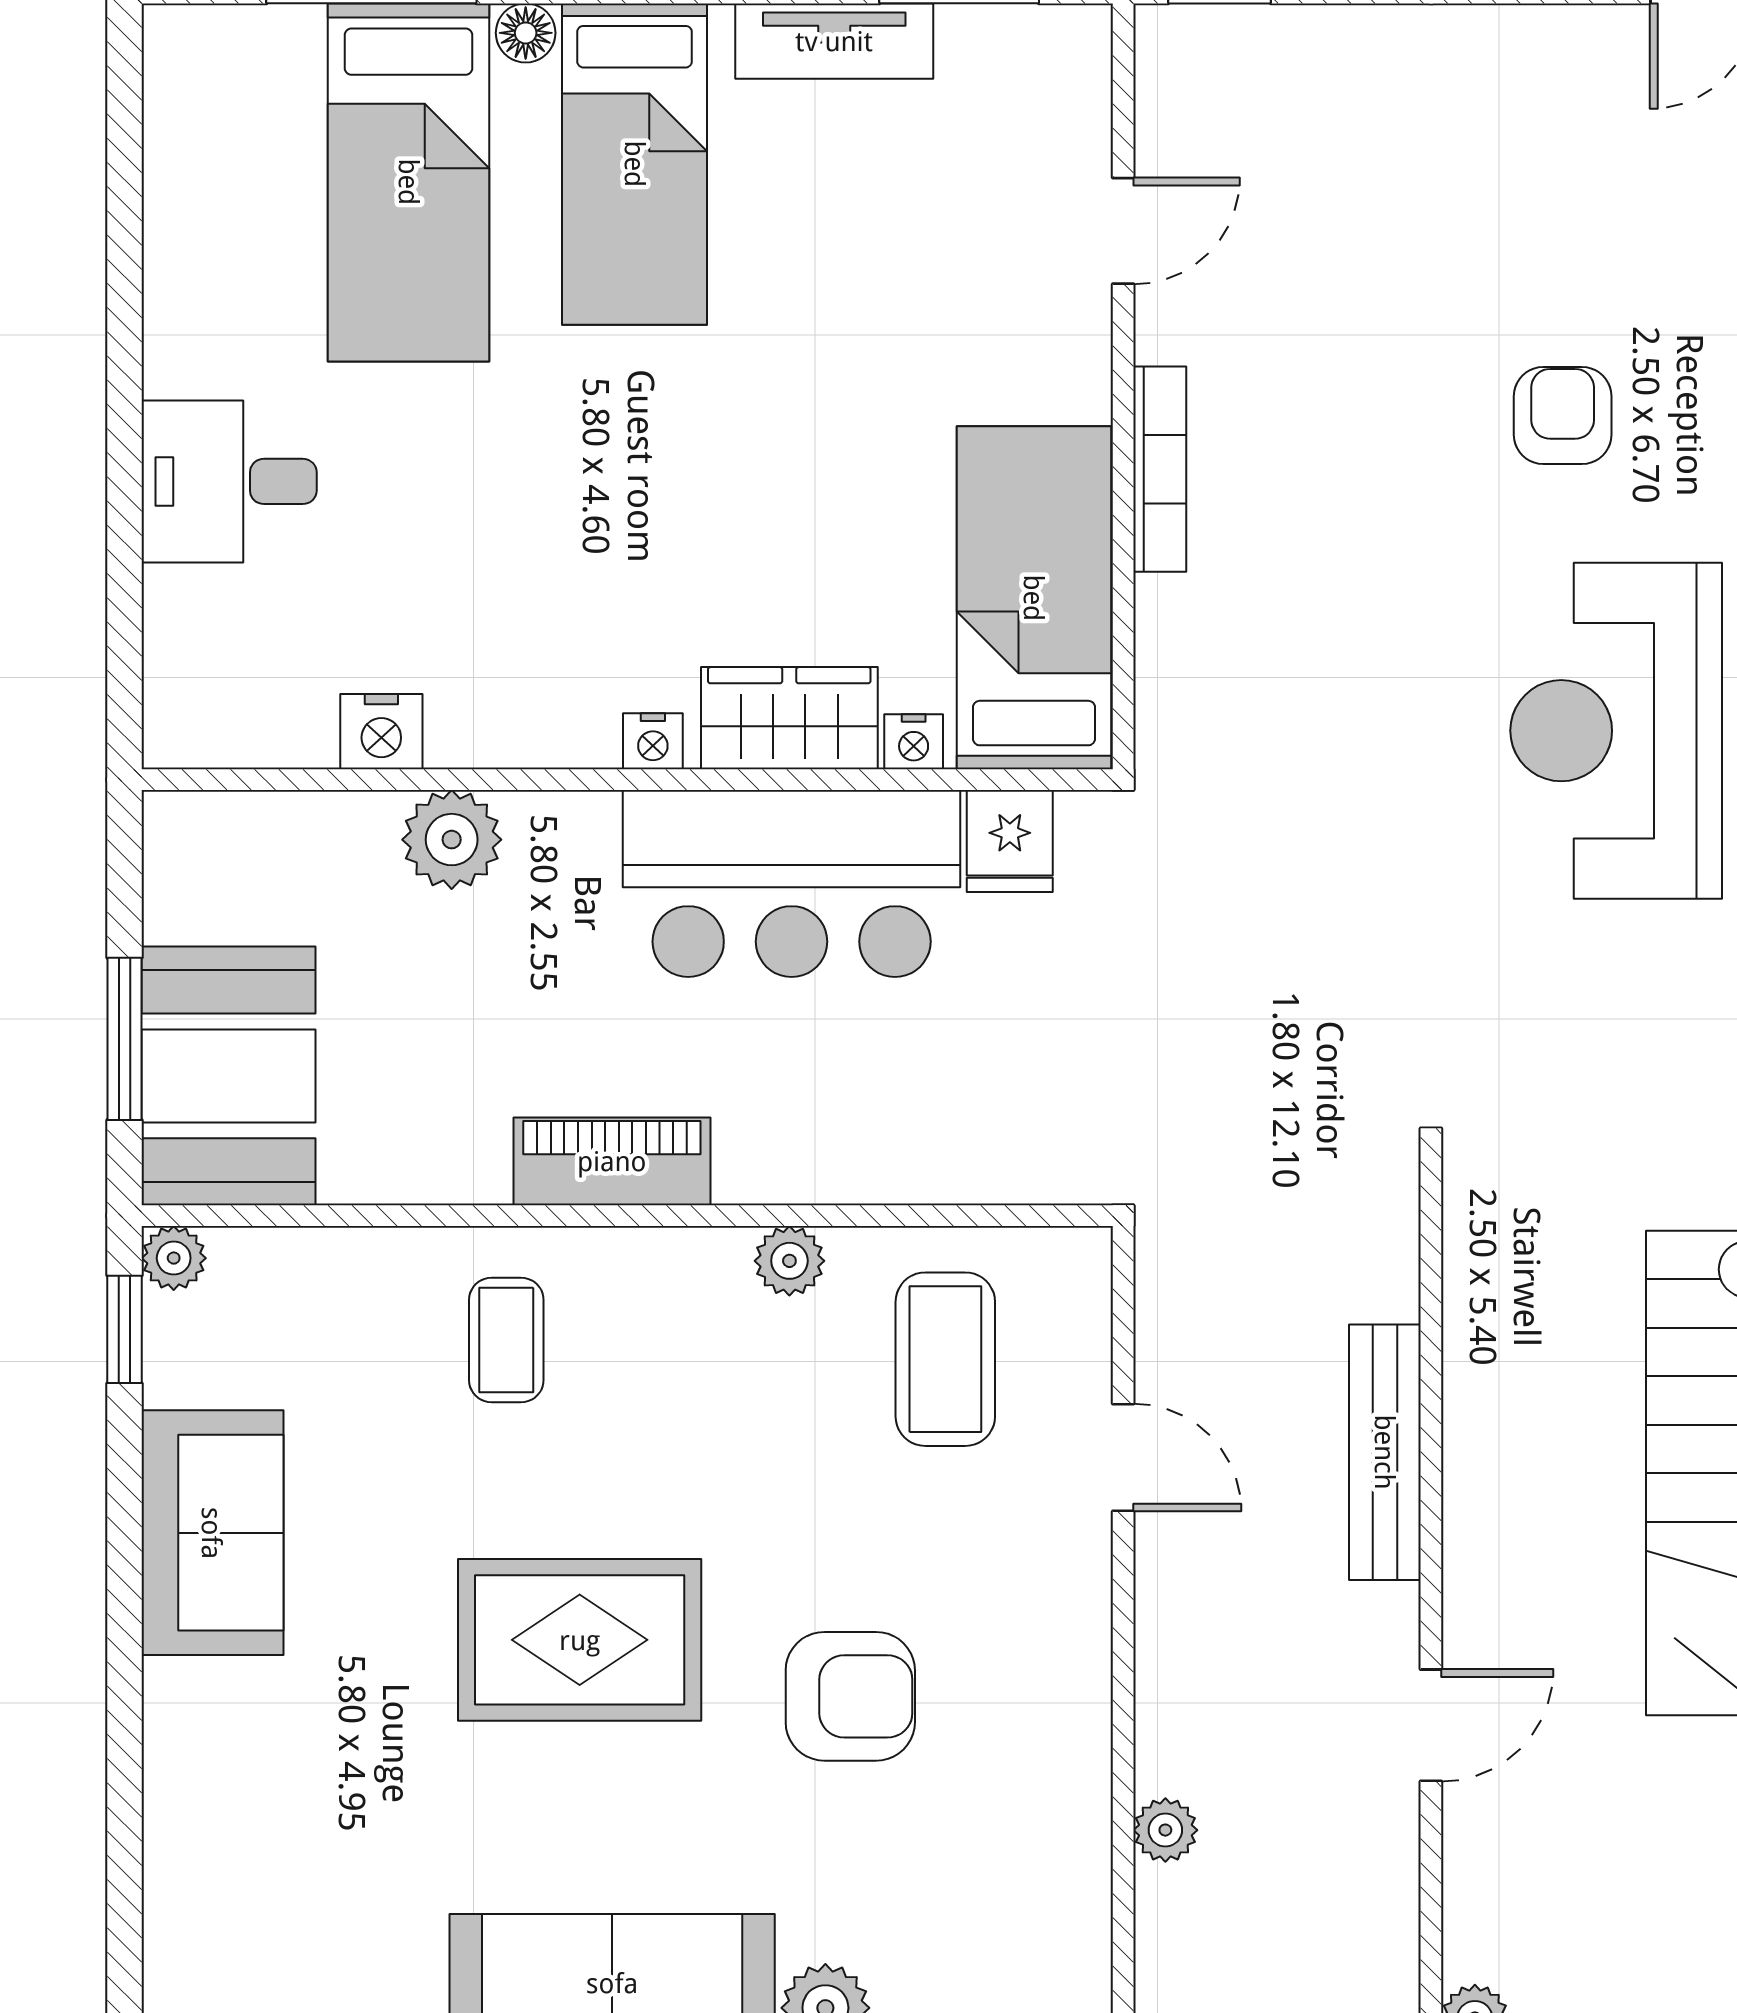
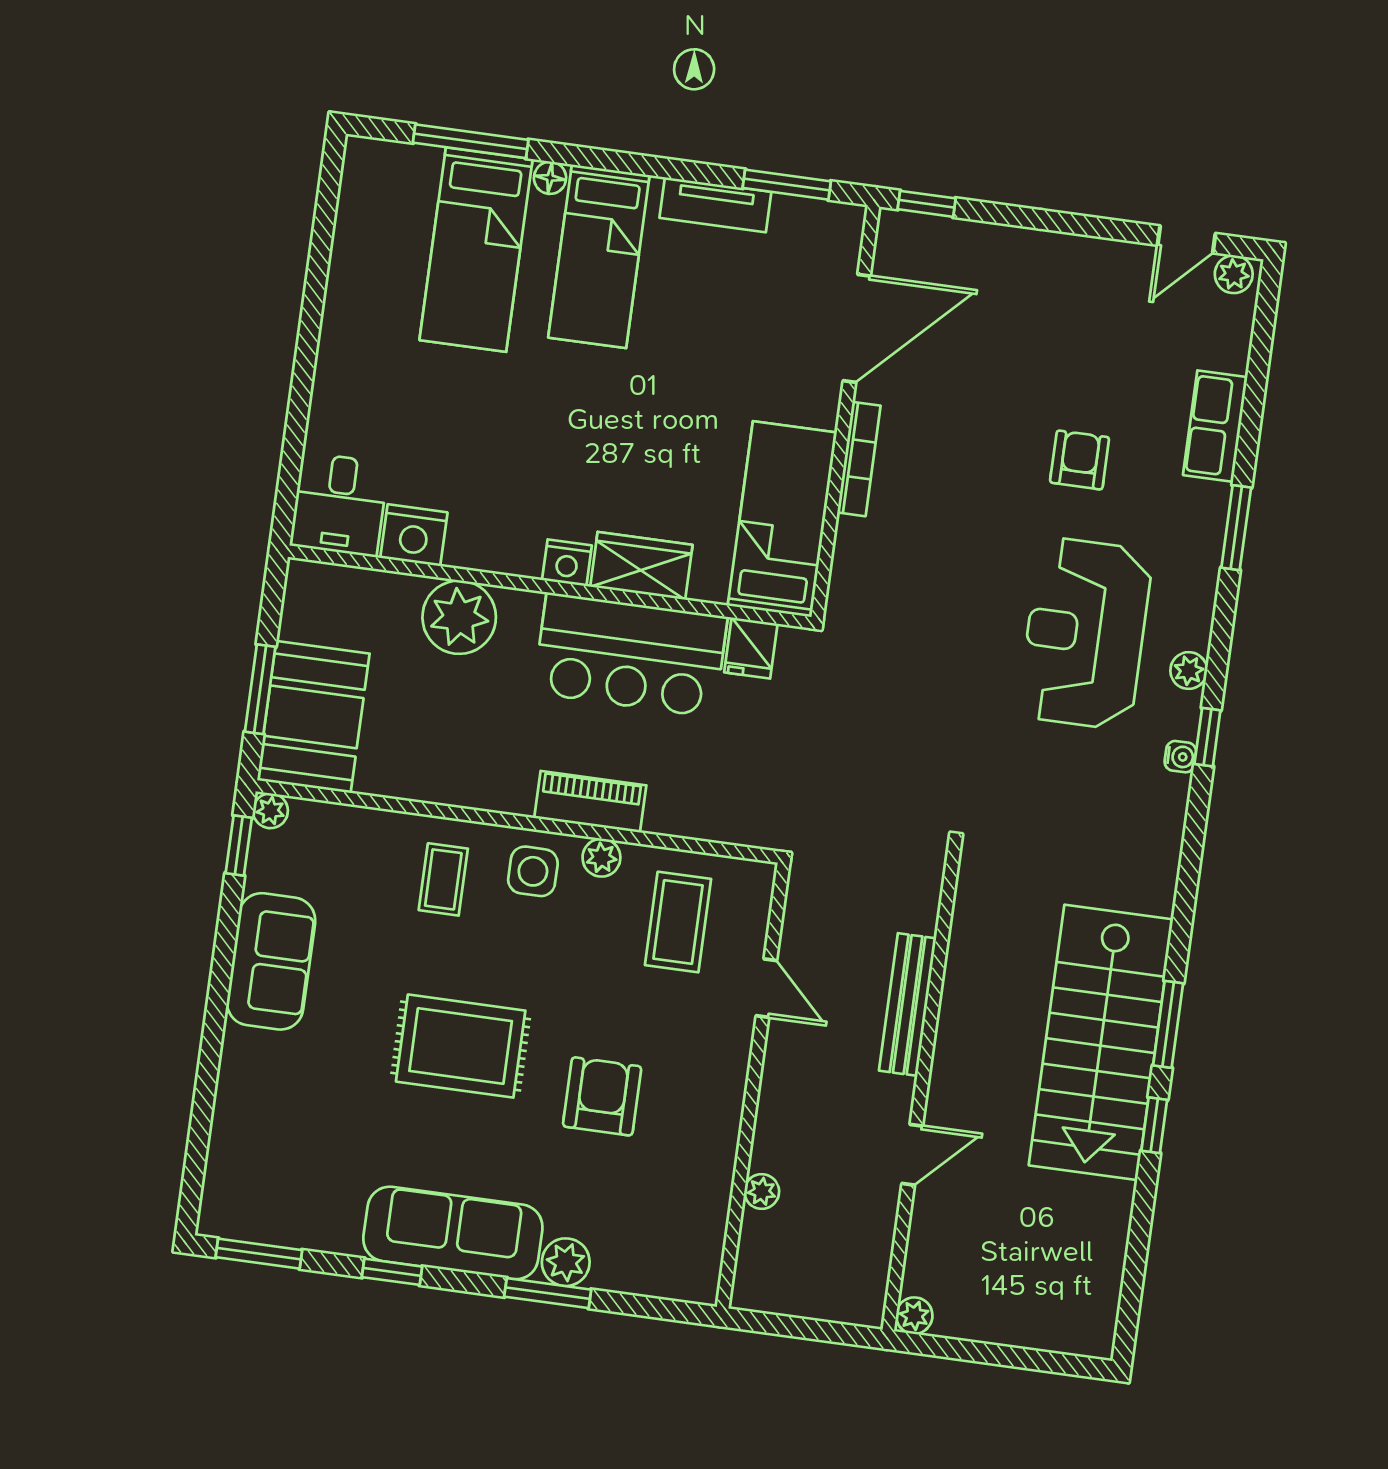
door: (1123, 231) -> (857, 328), width x1.87
desk: (229, 481) -> (339, 505), moved, turned -90
nightstand: (381, 732) -> (414, 535), width x1.36, depth x1.33
nightstand: (653, 741) -> (567, 563), width x1.39, depth x1.35
nightstand: (914, 742) -> (706, 588), removed
plant: (452, 840) -> (459, 617), width x1.36, depth x1.36
piano: (612, 1161) -> (590, 802), moved
side table: (668, 1303) -> (533, 871), added
armchair: (850, 1696) -> (602, 1096), turned -90

